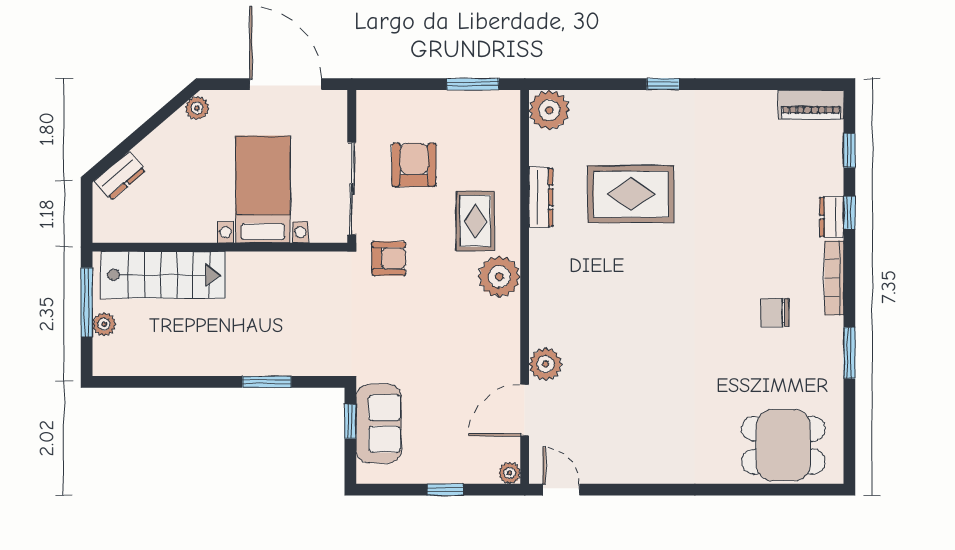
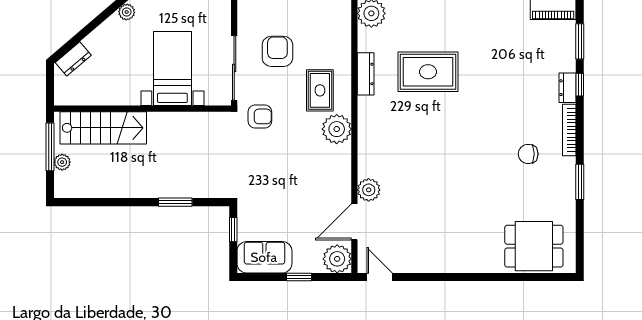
window: (849, 150) -> (580, 41), width x1.50
sofa: (379, 423) -> (264, 257), moved, turned -90
plant: (510, 473) -> (337, 259), width x1.88, depth x1.88

